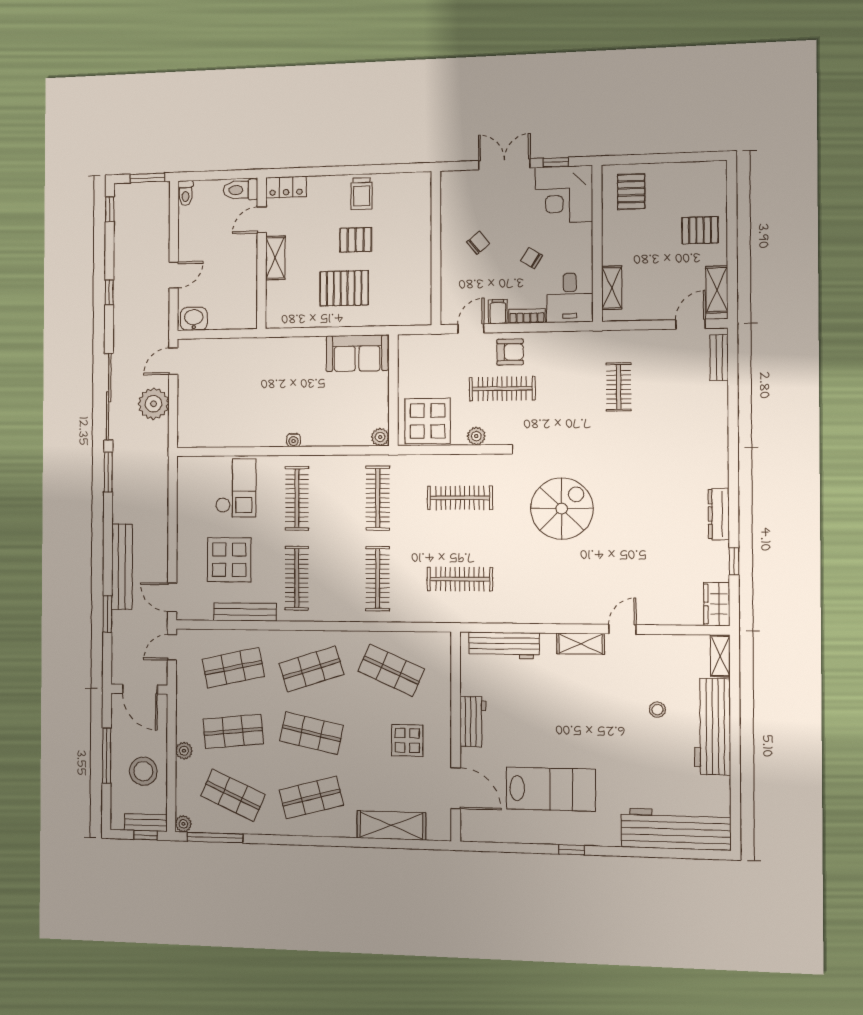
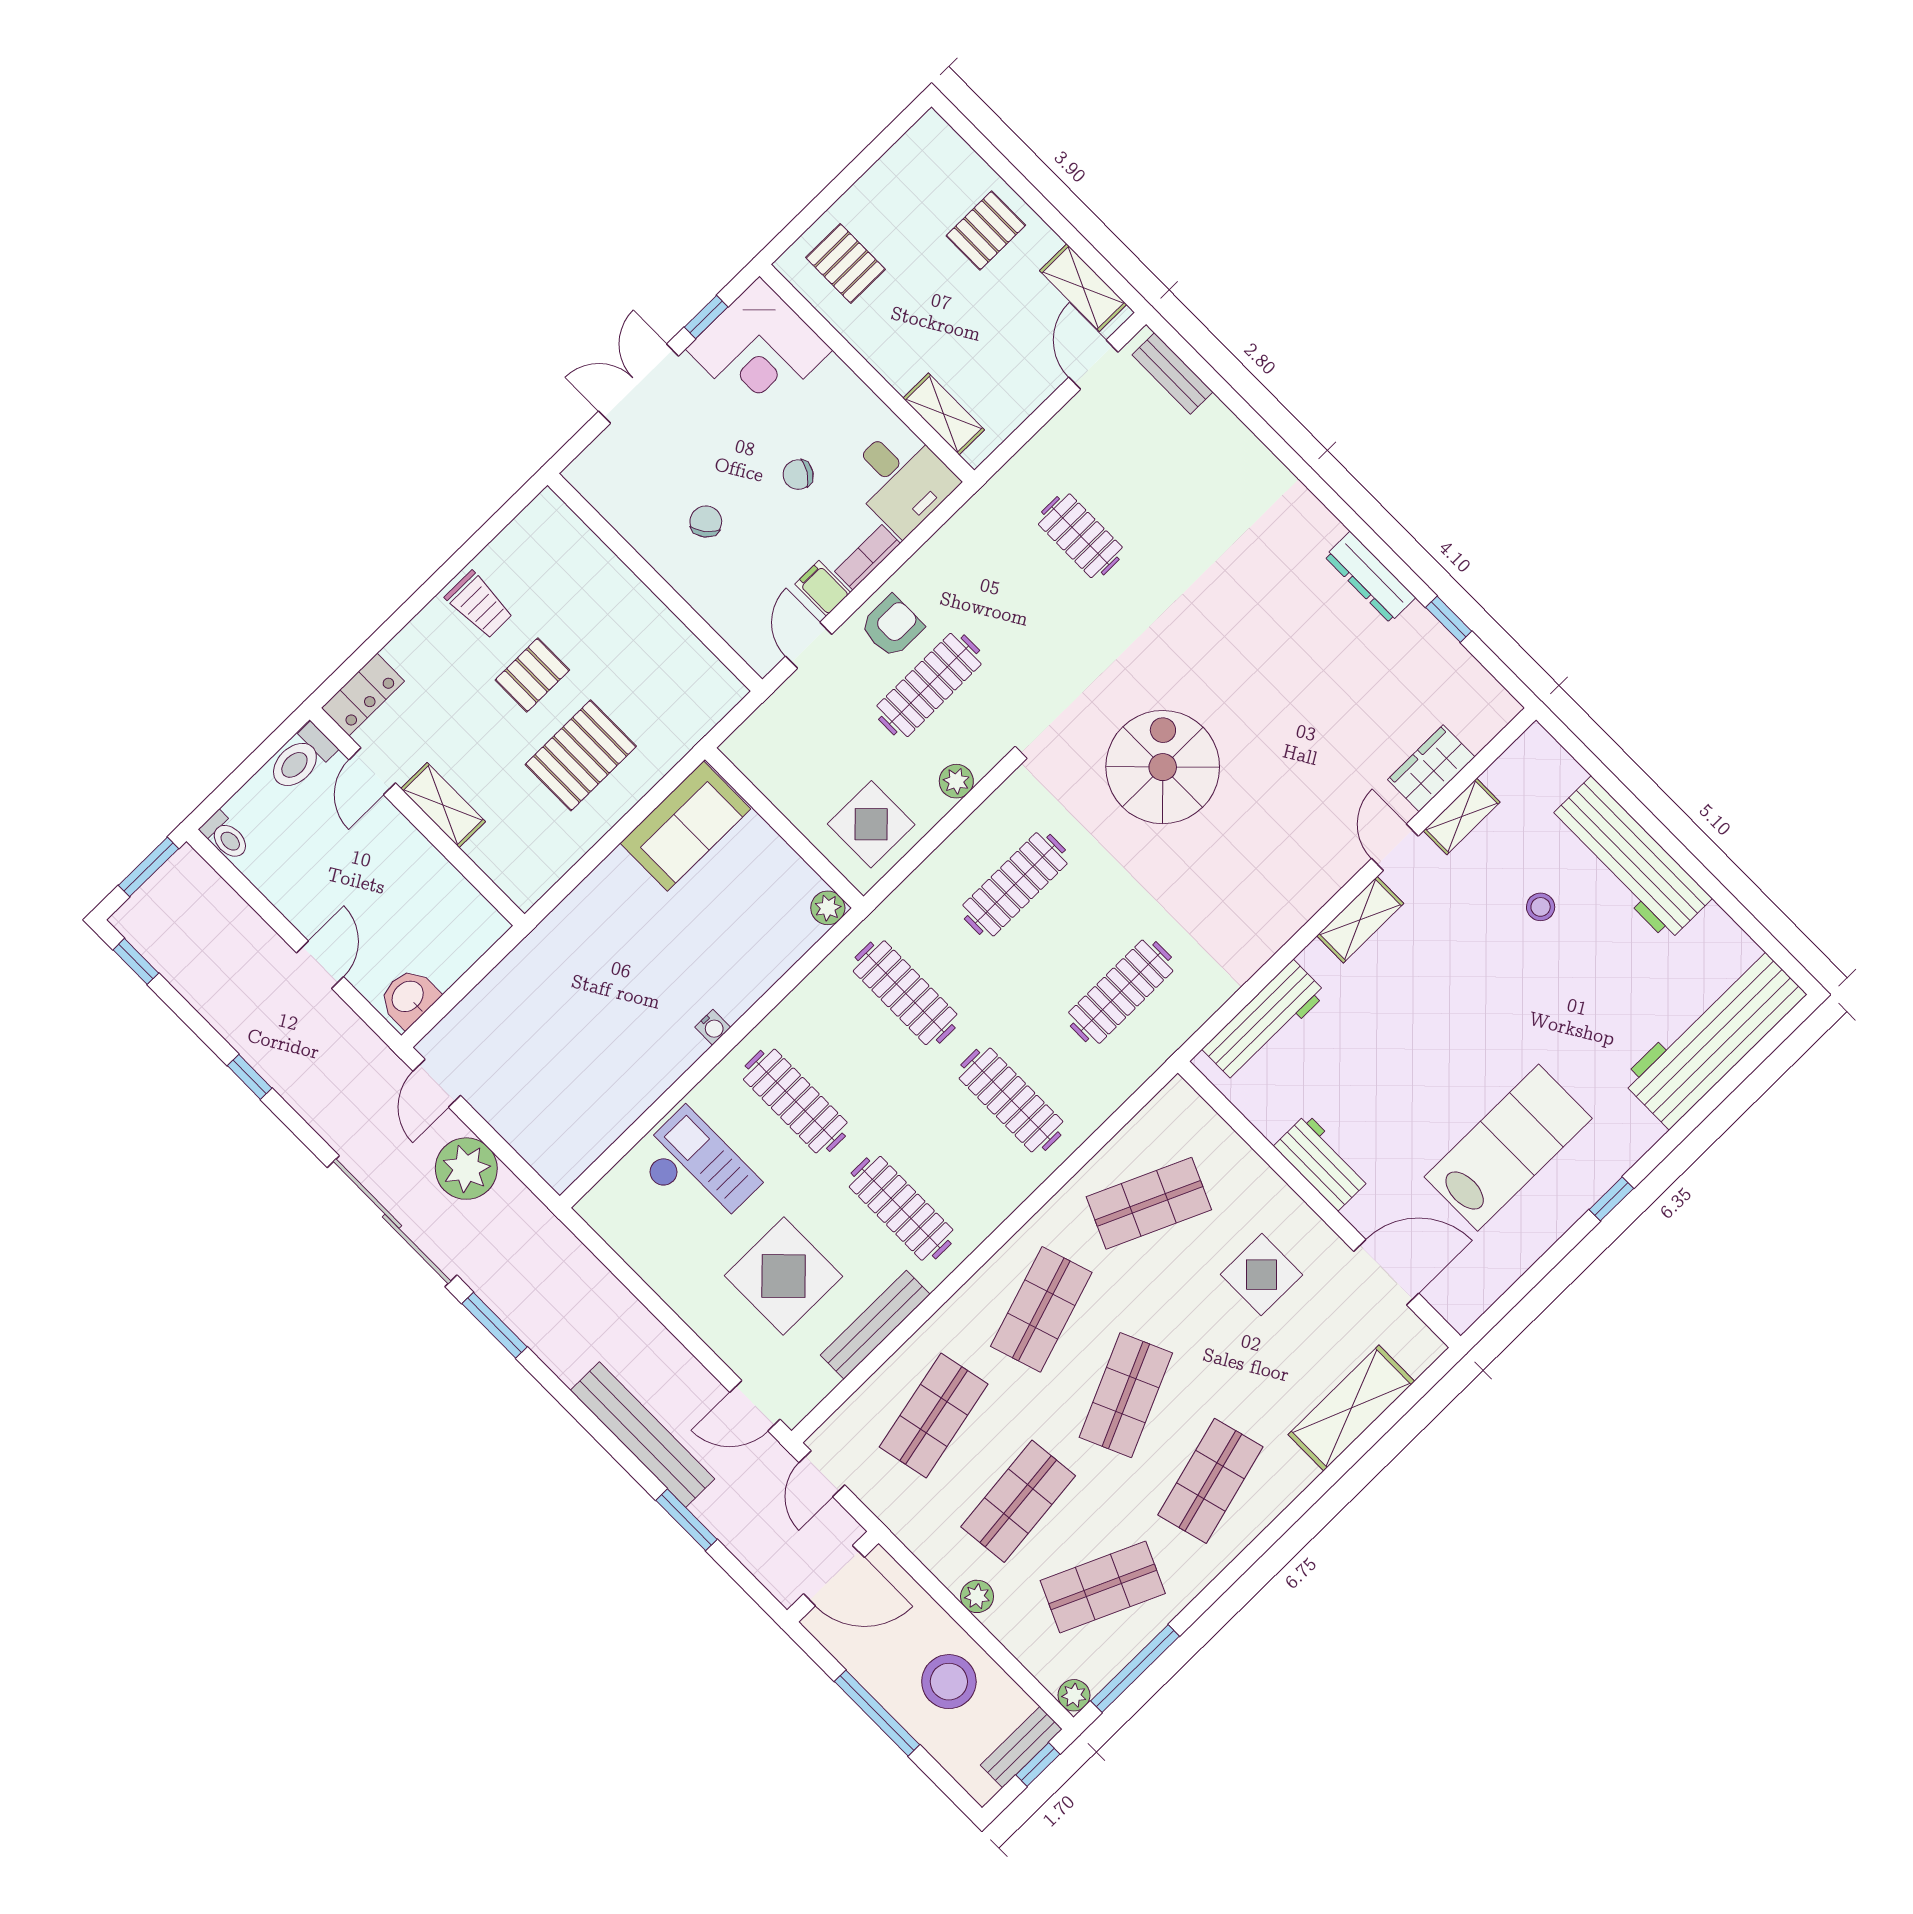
display table: (428, 421) -> (871, 824), width x0.73, depth x0.73
wardrobe: (717, 604) -> (1431, 768), moved, turned 90
shelving: (720, 656) -> (1462, 816), moved, turned 90
shop shelf: (311, 733) -> (1126, 1395), turned -36

